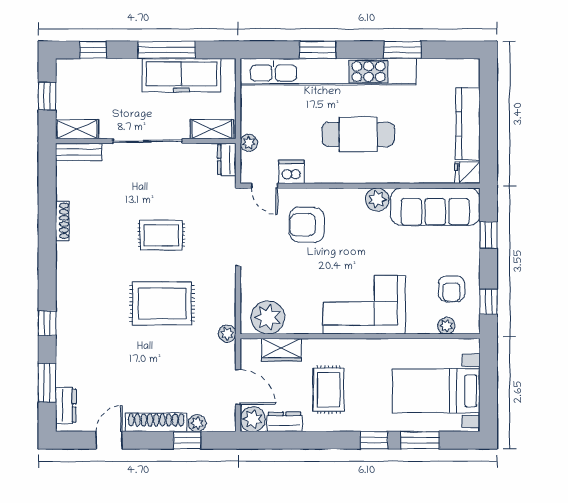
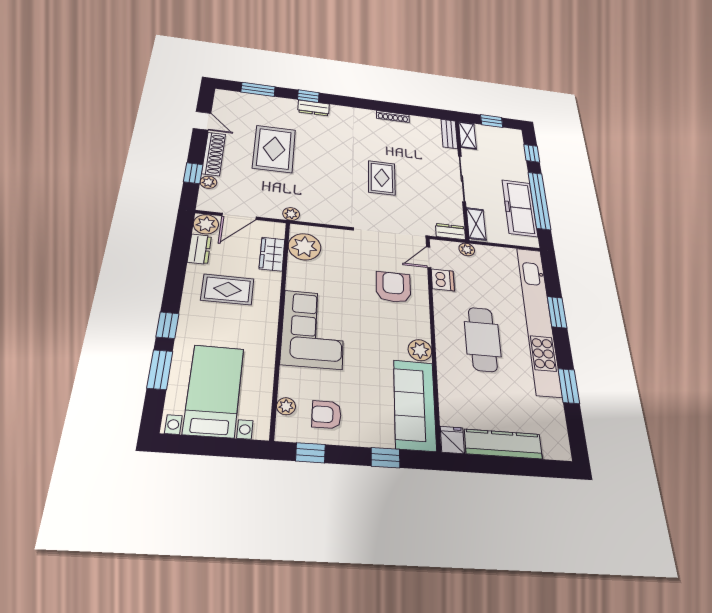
window: (167, 50) -> (539, 200), width x1.46
rug: (162, 303) -> (274, 149), moved
dresser: (66, 406) -> (314, 108), moved

